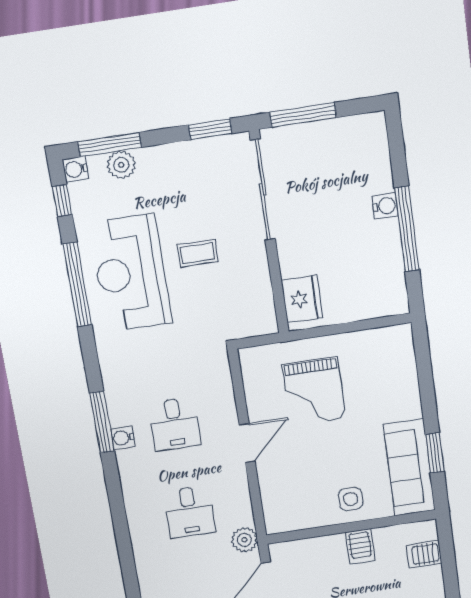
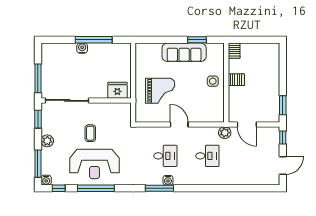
plant: (121, 165) -> (47, 141), moved
sofa: (409, 468) -> (184, 52), moved
server rack: (424, 554) -> (234, 51), moved

